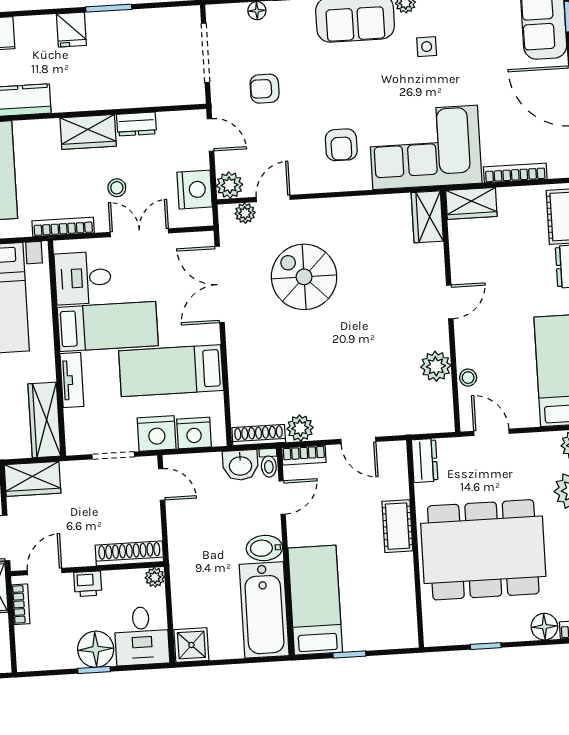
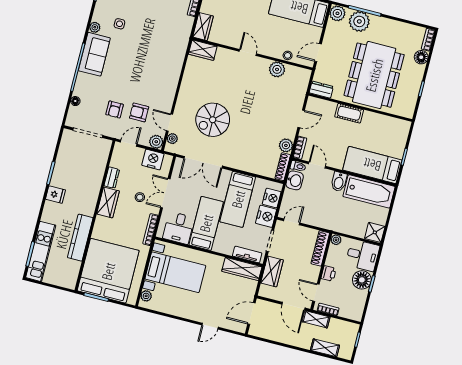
armchair: (341, 145) -> (139, 112), moved, turned 180
corner sofa: (425, 147) -> (168, 40), removed
tv unit: (72, 380) -> (247, 255), moved
wardrobe: (33, 479) -> (272, 271), moved

